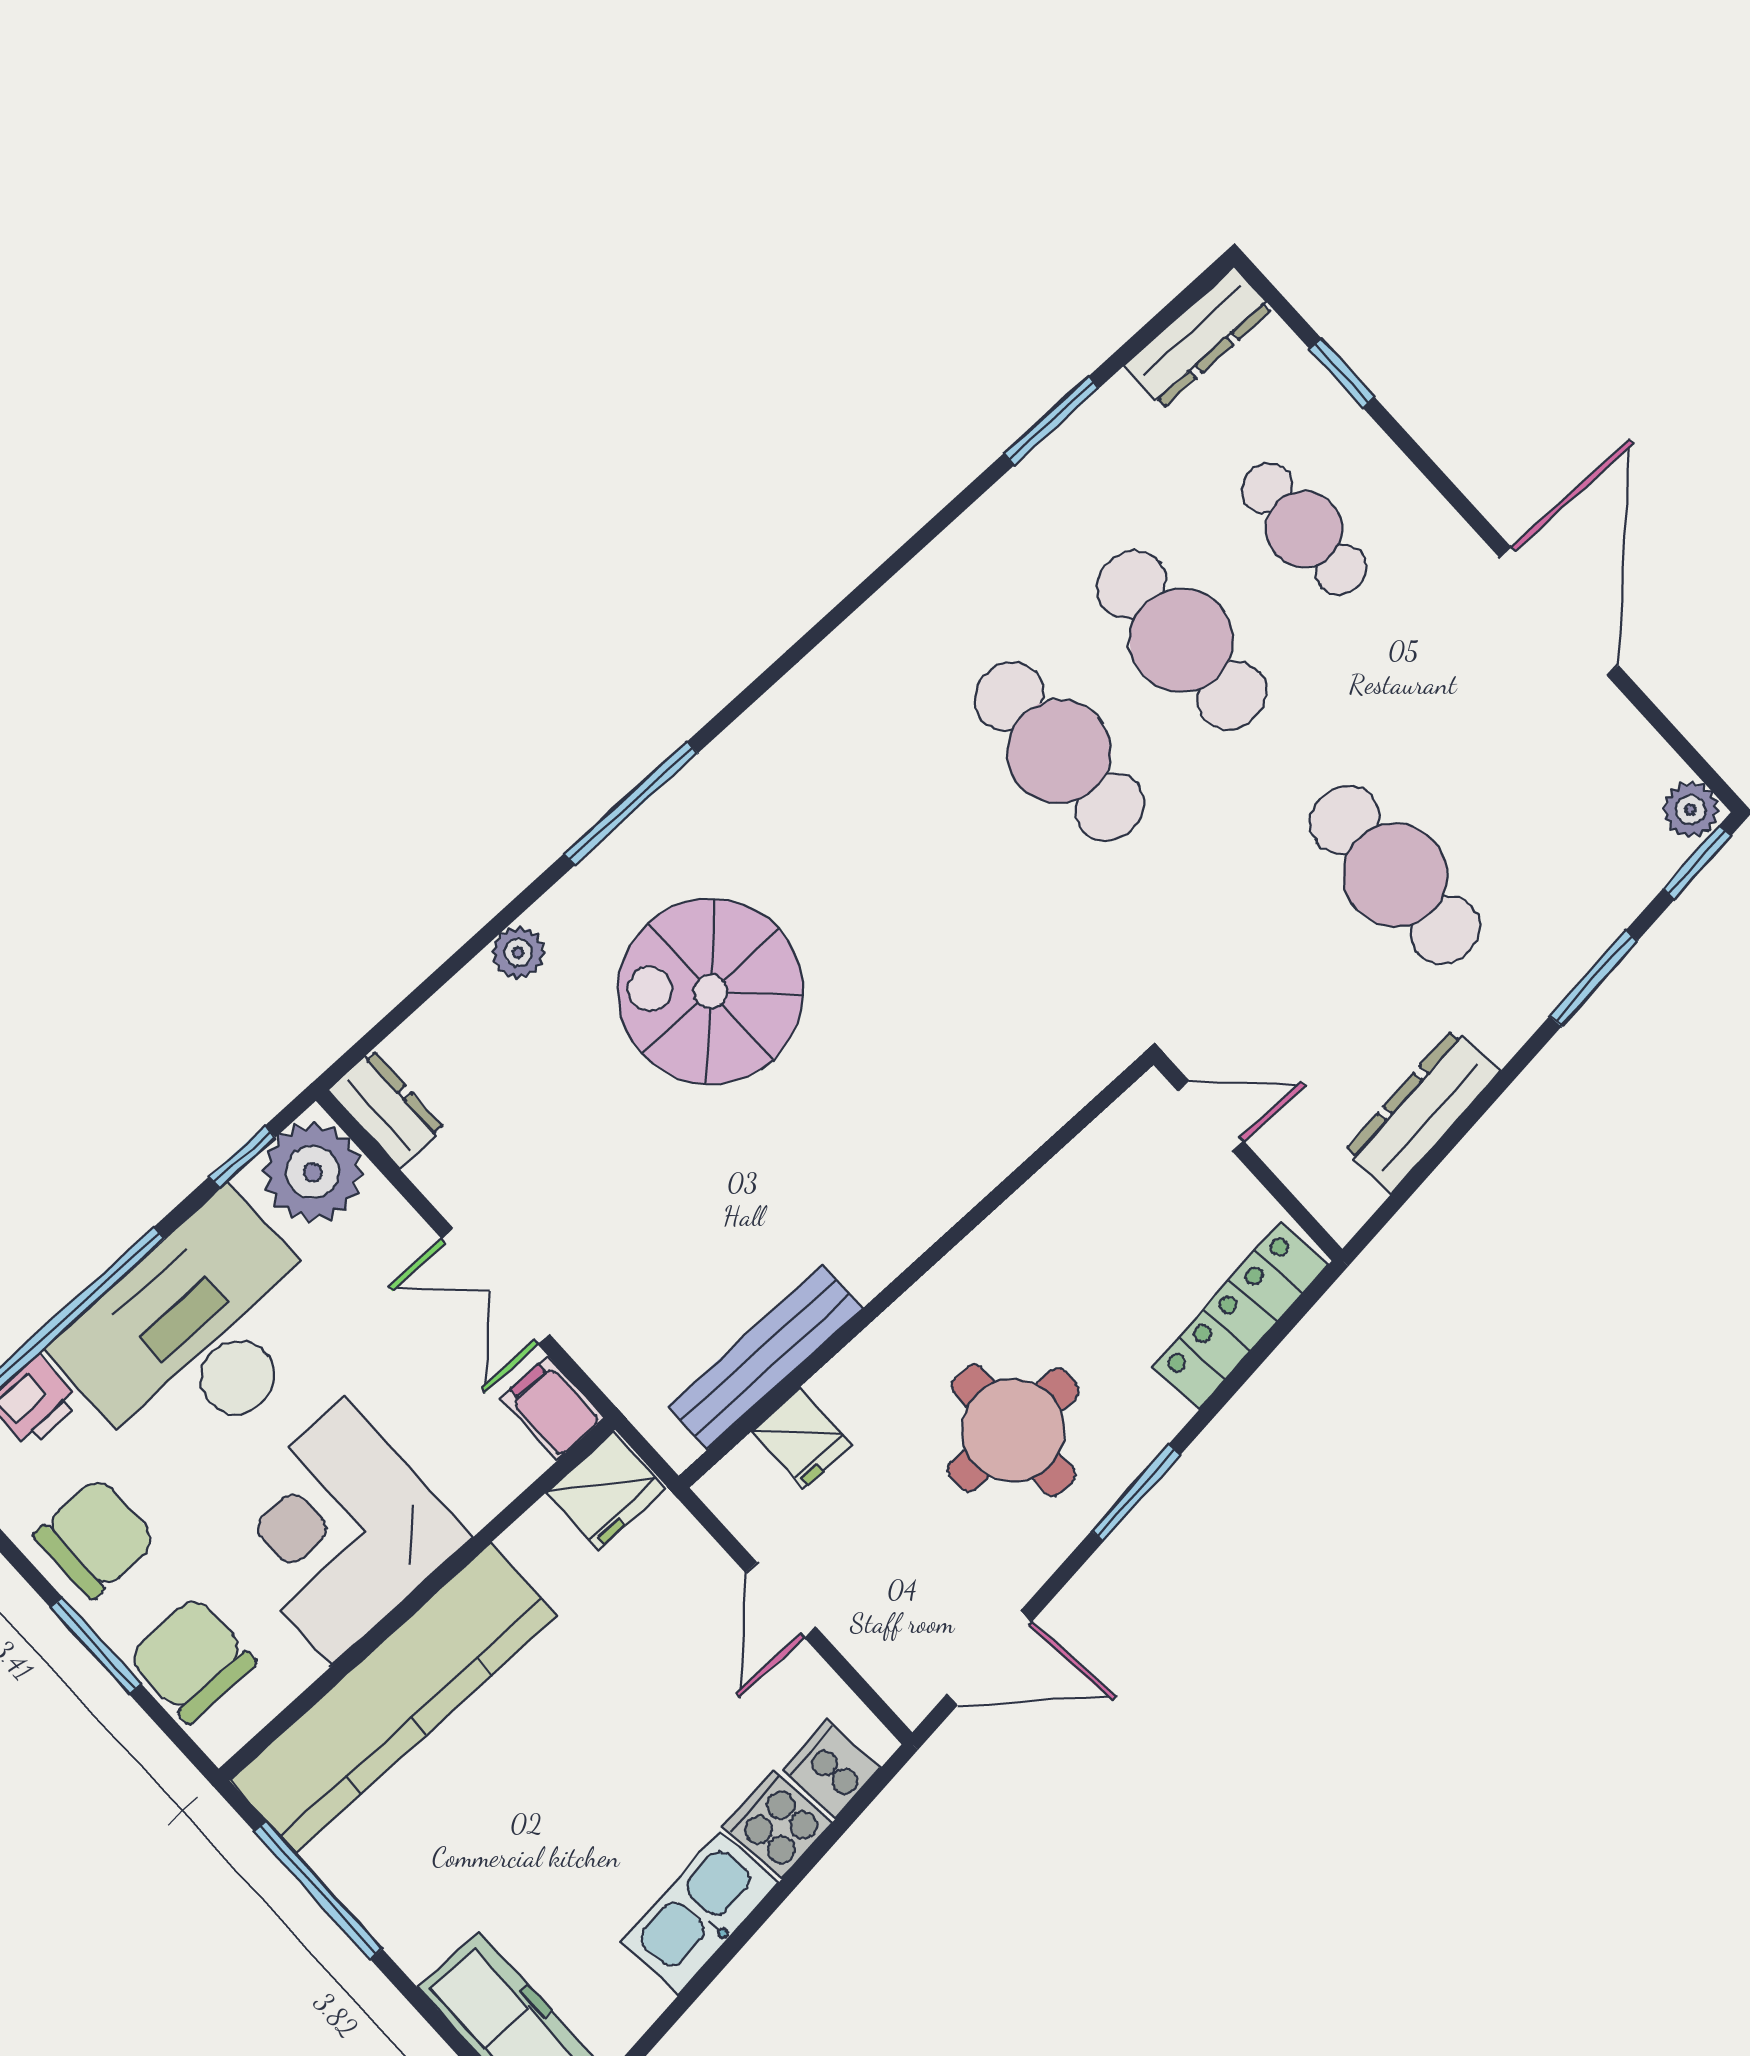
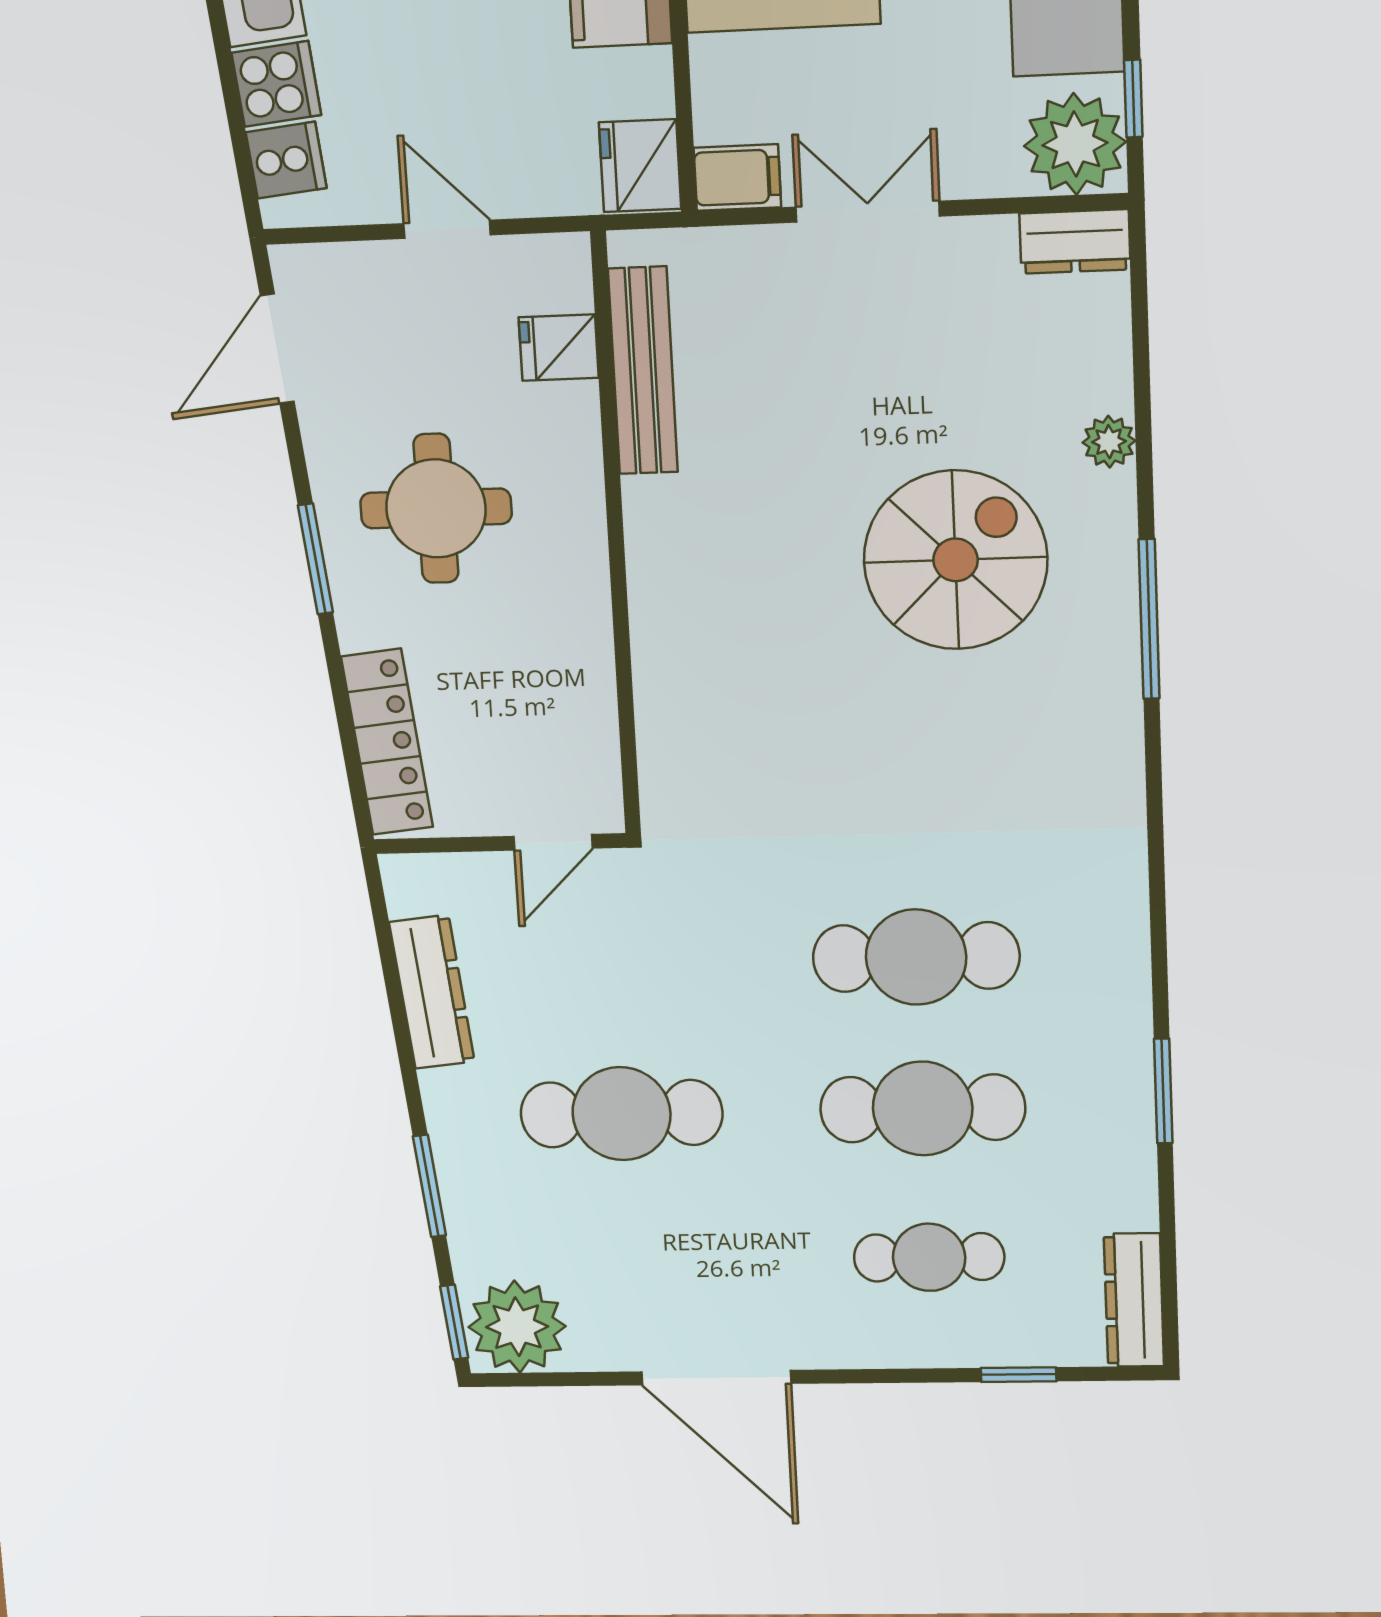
window: (1051, 421) -> (1163, 1091), moved
plant: (1691, 810) -> (517, 1327), width x1.88, depth x1.88

